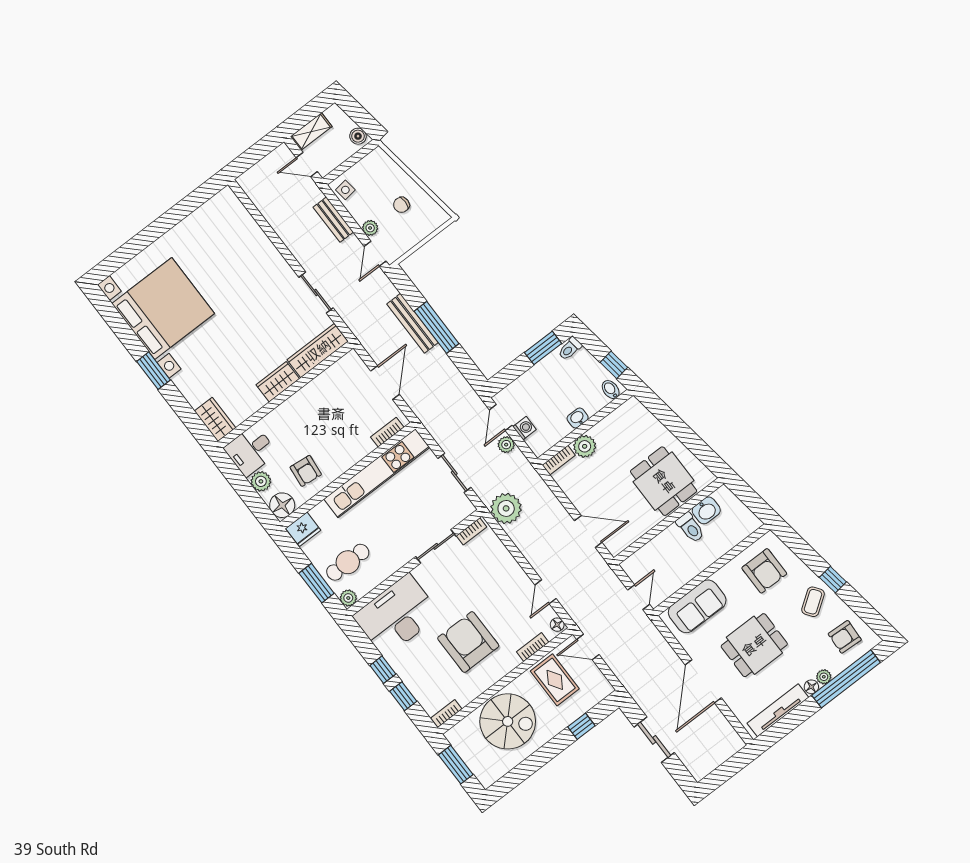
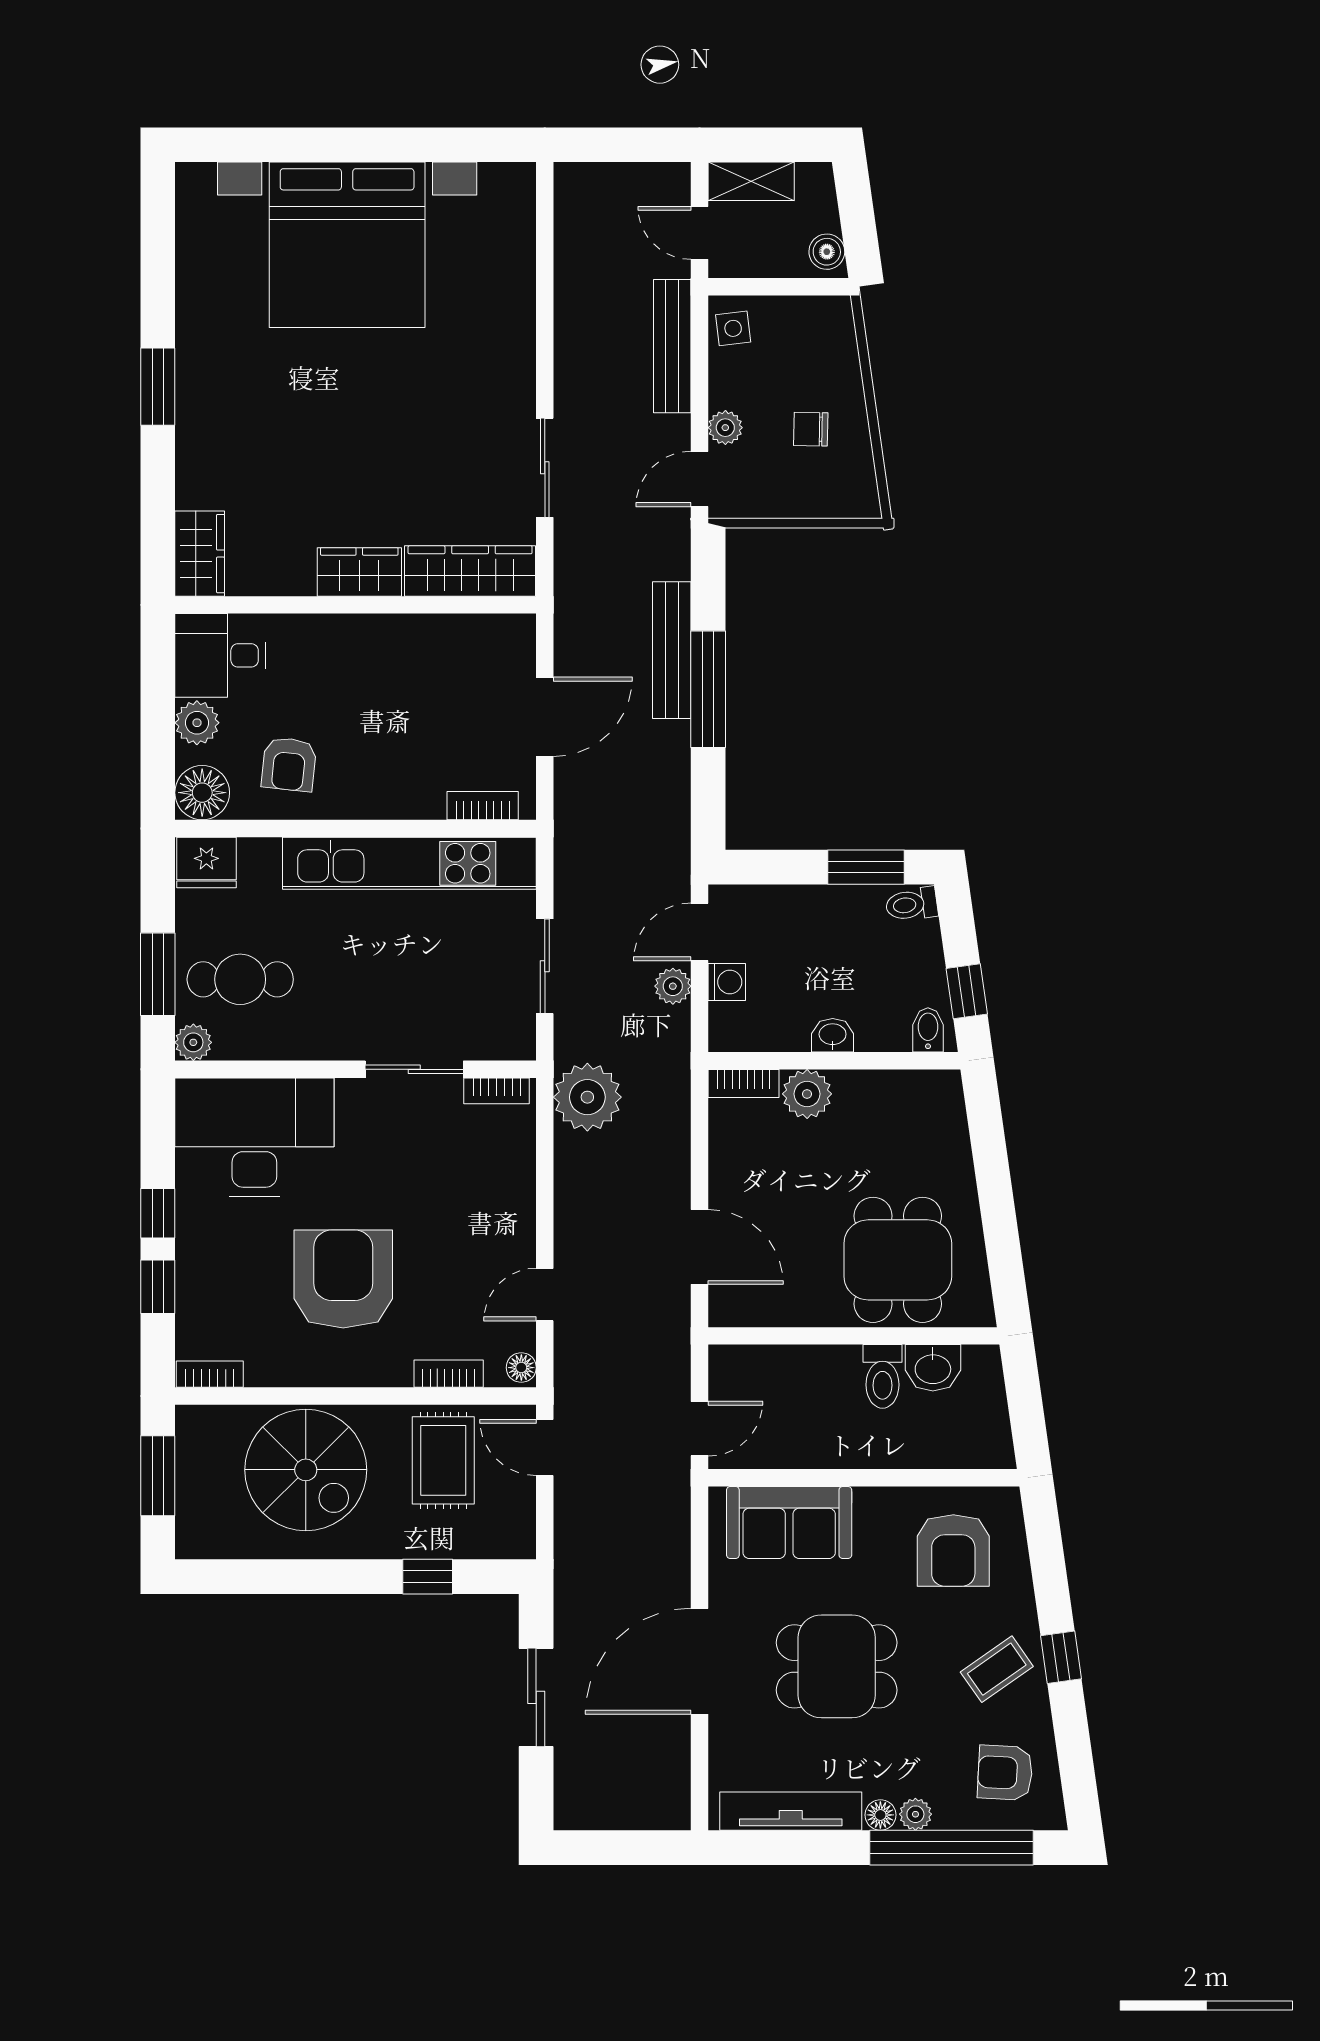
bench: (333, 220) -> (672, 346), width x1.36
bed with nightstands: (163, 309) -> (347, 245), moved, turned 90

